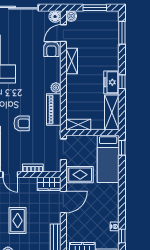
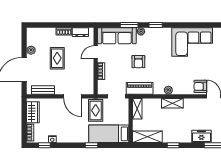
shelving: (72, 61) -> (172, 103), moved
freezer: (111, 82) -> (201, 136), moved
piano: (54, 109) -> (140, 88), moved
window: (122, 148) -> (91, 145), moved
wardrobe: (49, 184) -> (88, 85), removed
rug: (18, 221) -> (57, 58), turned 90

